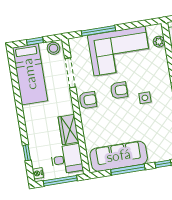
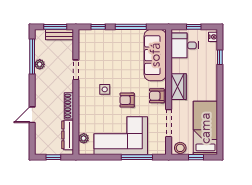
wardrobe: (68, 130) -> (179, 87), moved
sofa: (119, 156) -> (155, 55), moved, turned 90
window: (60, 181) -> (194, 27), width x0.46

